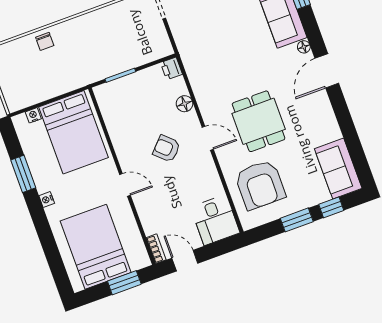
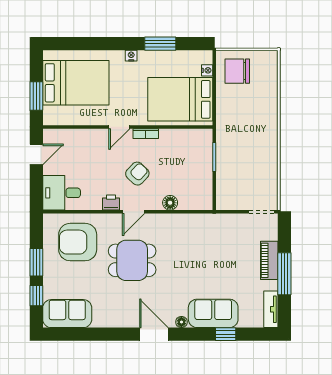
chair: (45, 41) -> (237, 71), moved, width x1.87, depth x1.87
printer: (171, 68) -> (111, 202), moved
bookcase: (156, 249) -> (146, 134), moved

